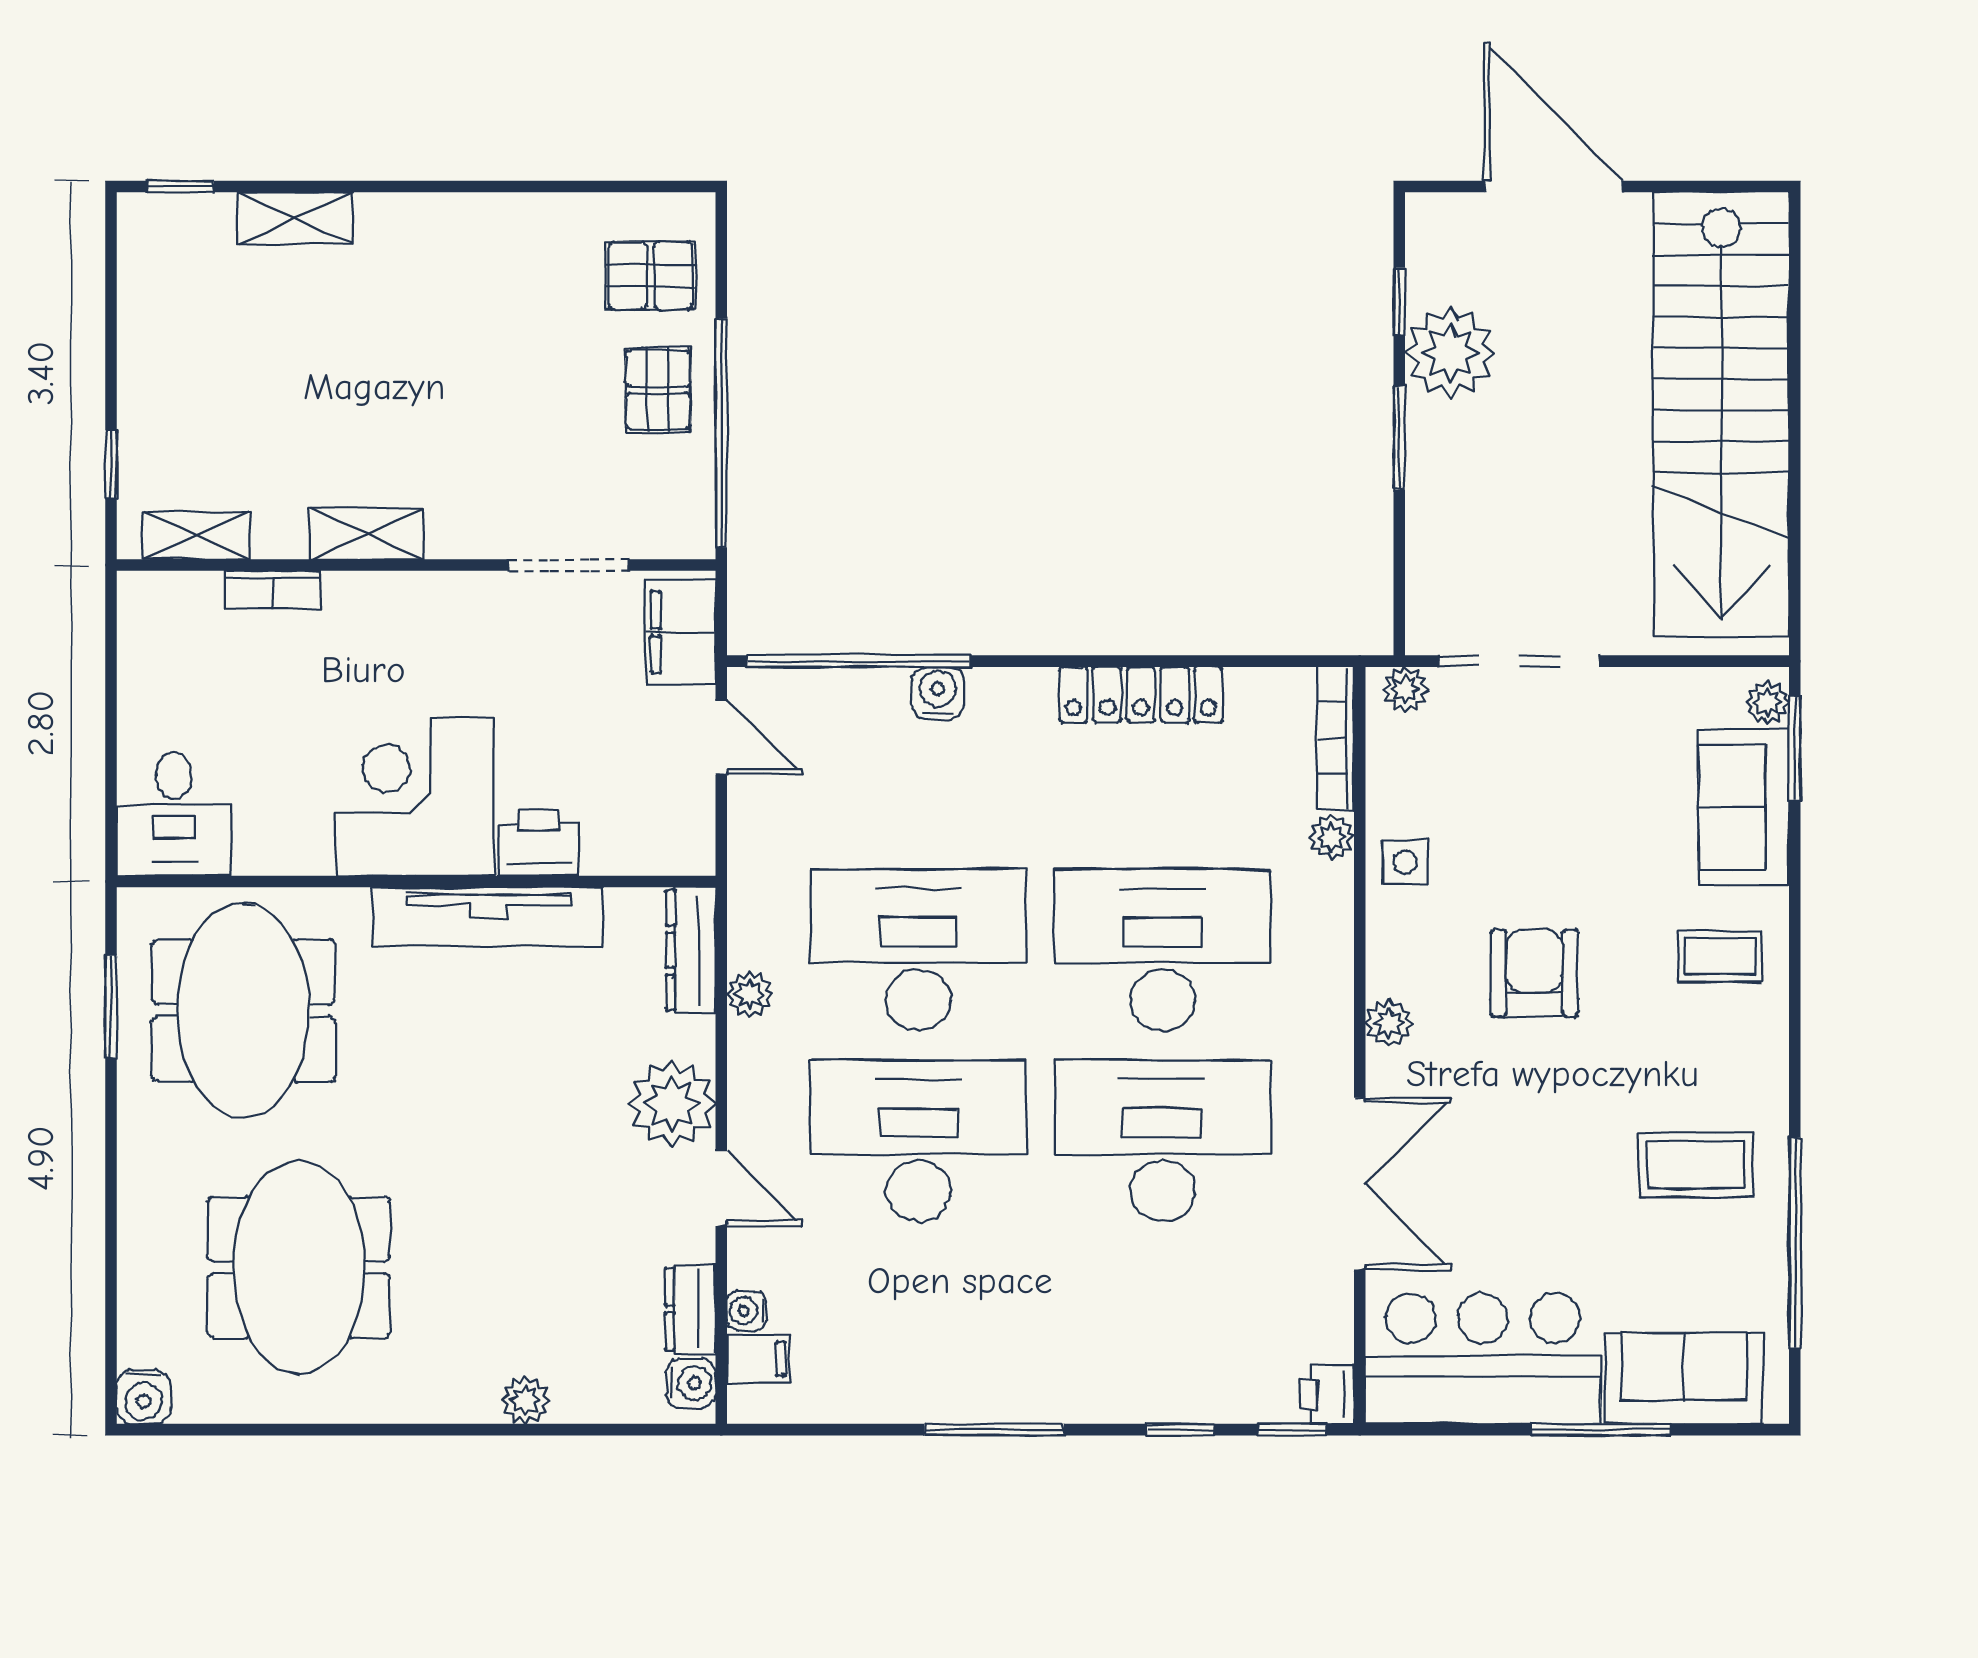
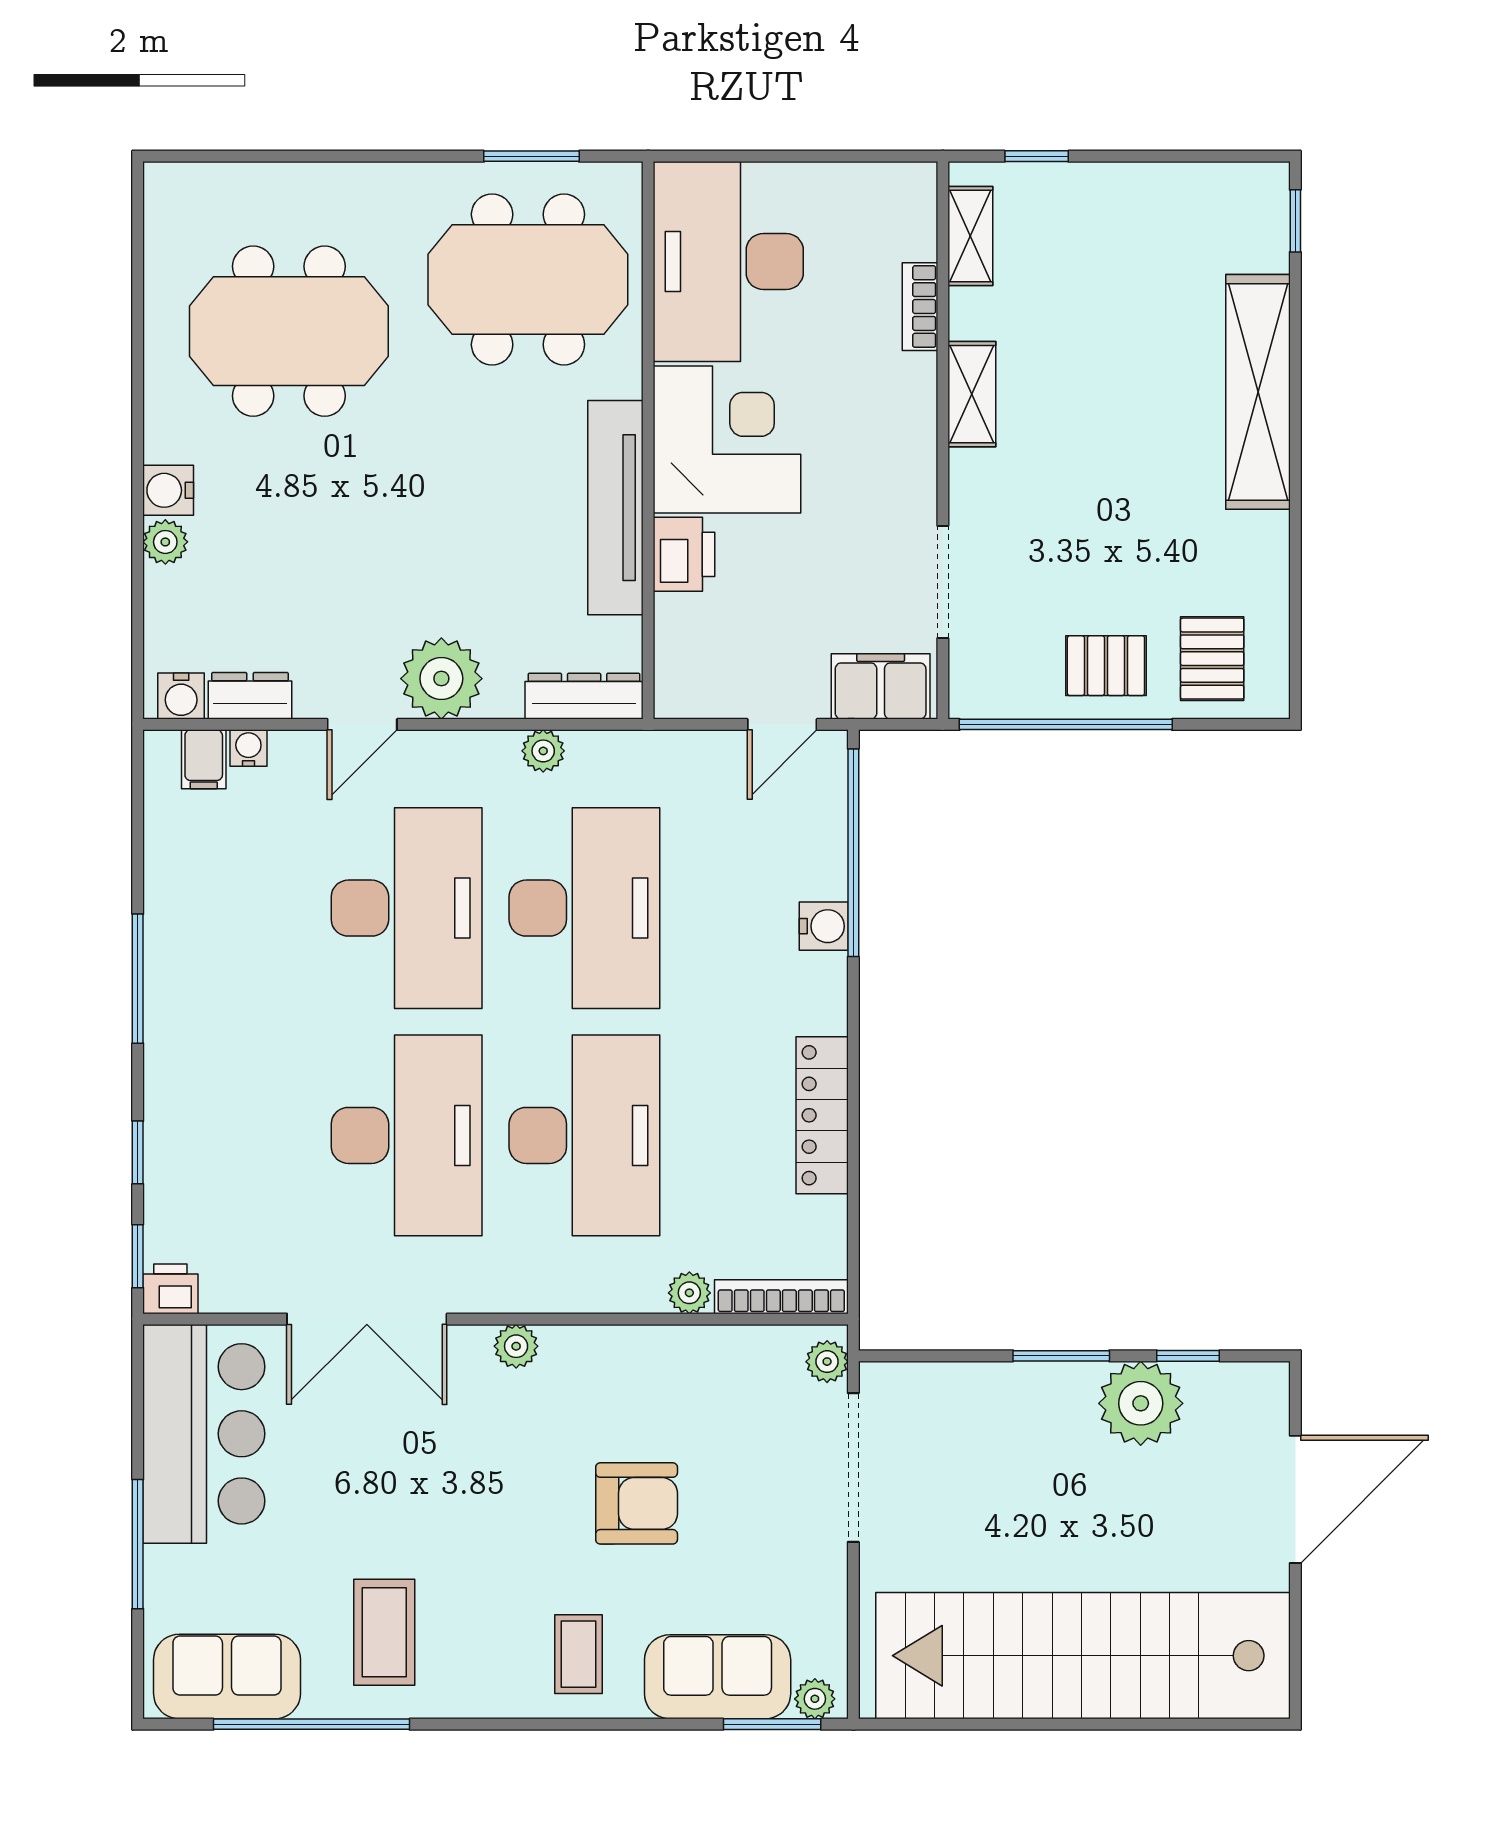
shelving: (295, 218) -> (1258, 392), width x2.20, depth x1.33
desk: (174, 814) -> (728, 261), width x1.87, depth x1.30
side table: (1405, 862) -> (666, 1361), removed
armchair: (1534, 973) -> (637, 1503), moved
sofa: (1684, 1378) -> (227, 1677), moved, turned -90
water cooler: (144, 1397) -> (168, 490), moved

